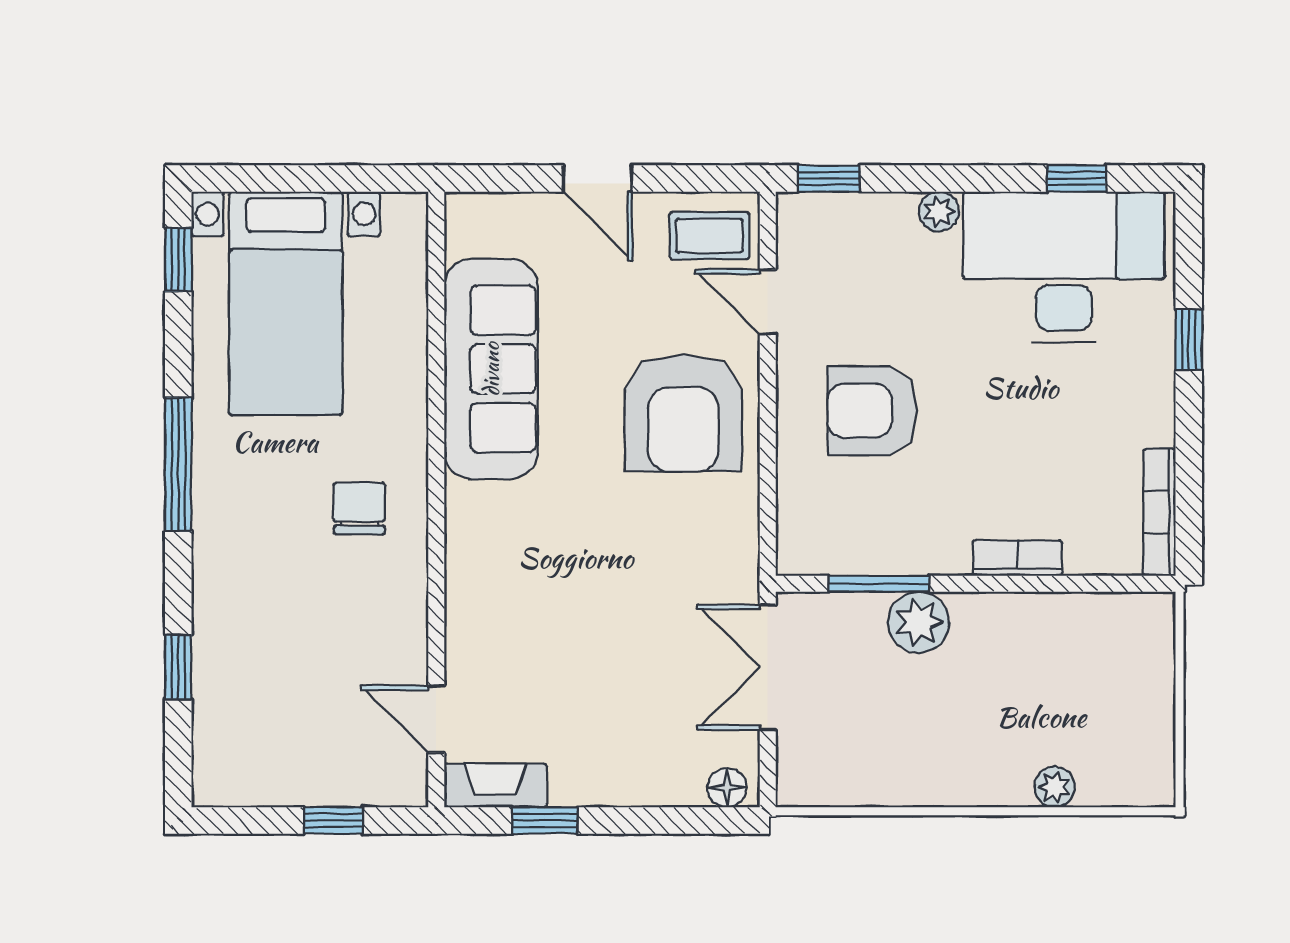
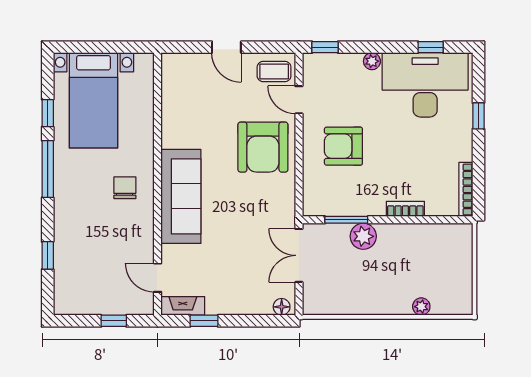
window: (178, 260) -> (48, 113), moved
sofa: (491, 369) -> (181, 196), moved

